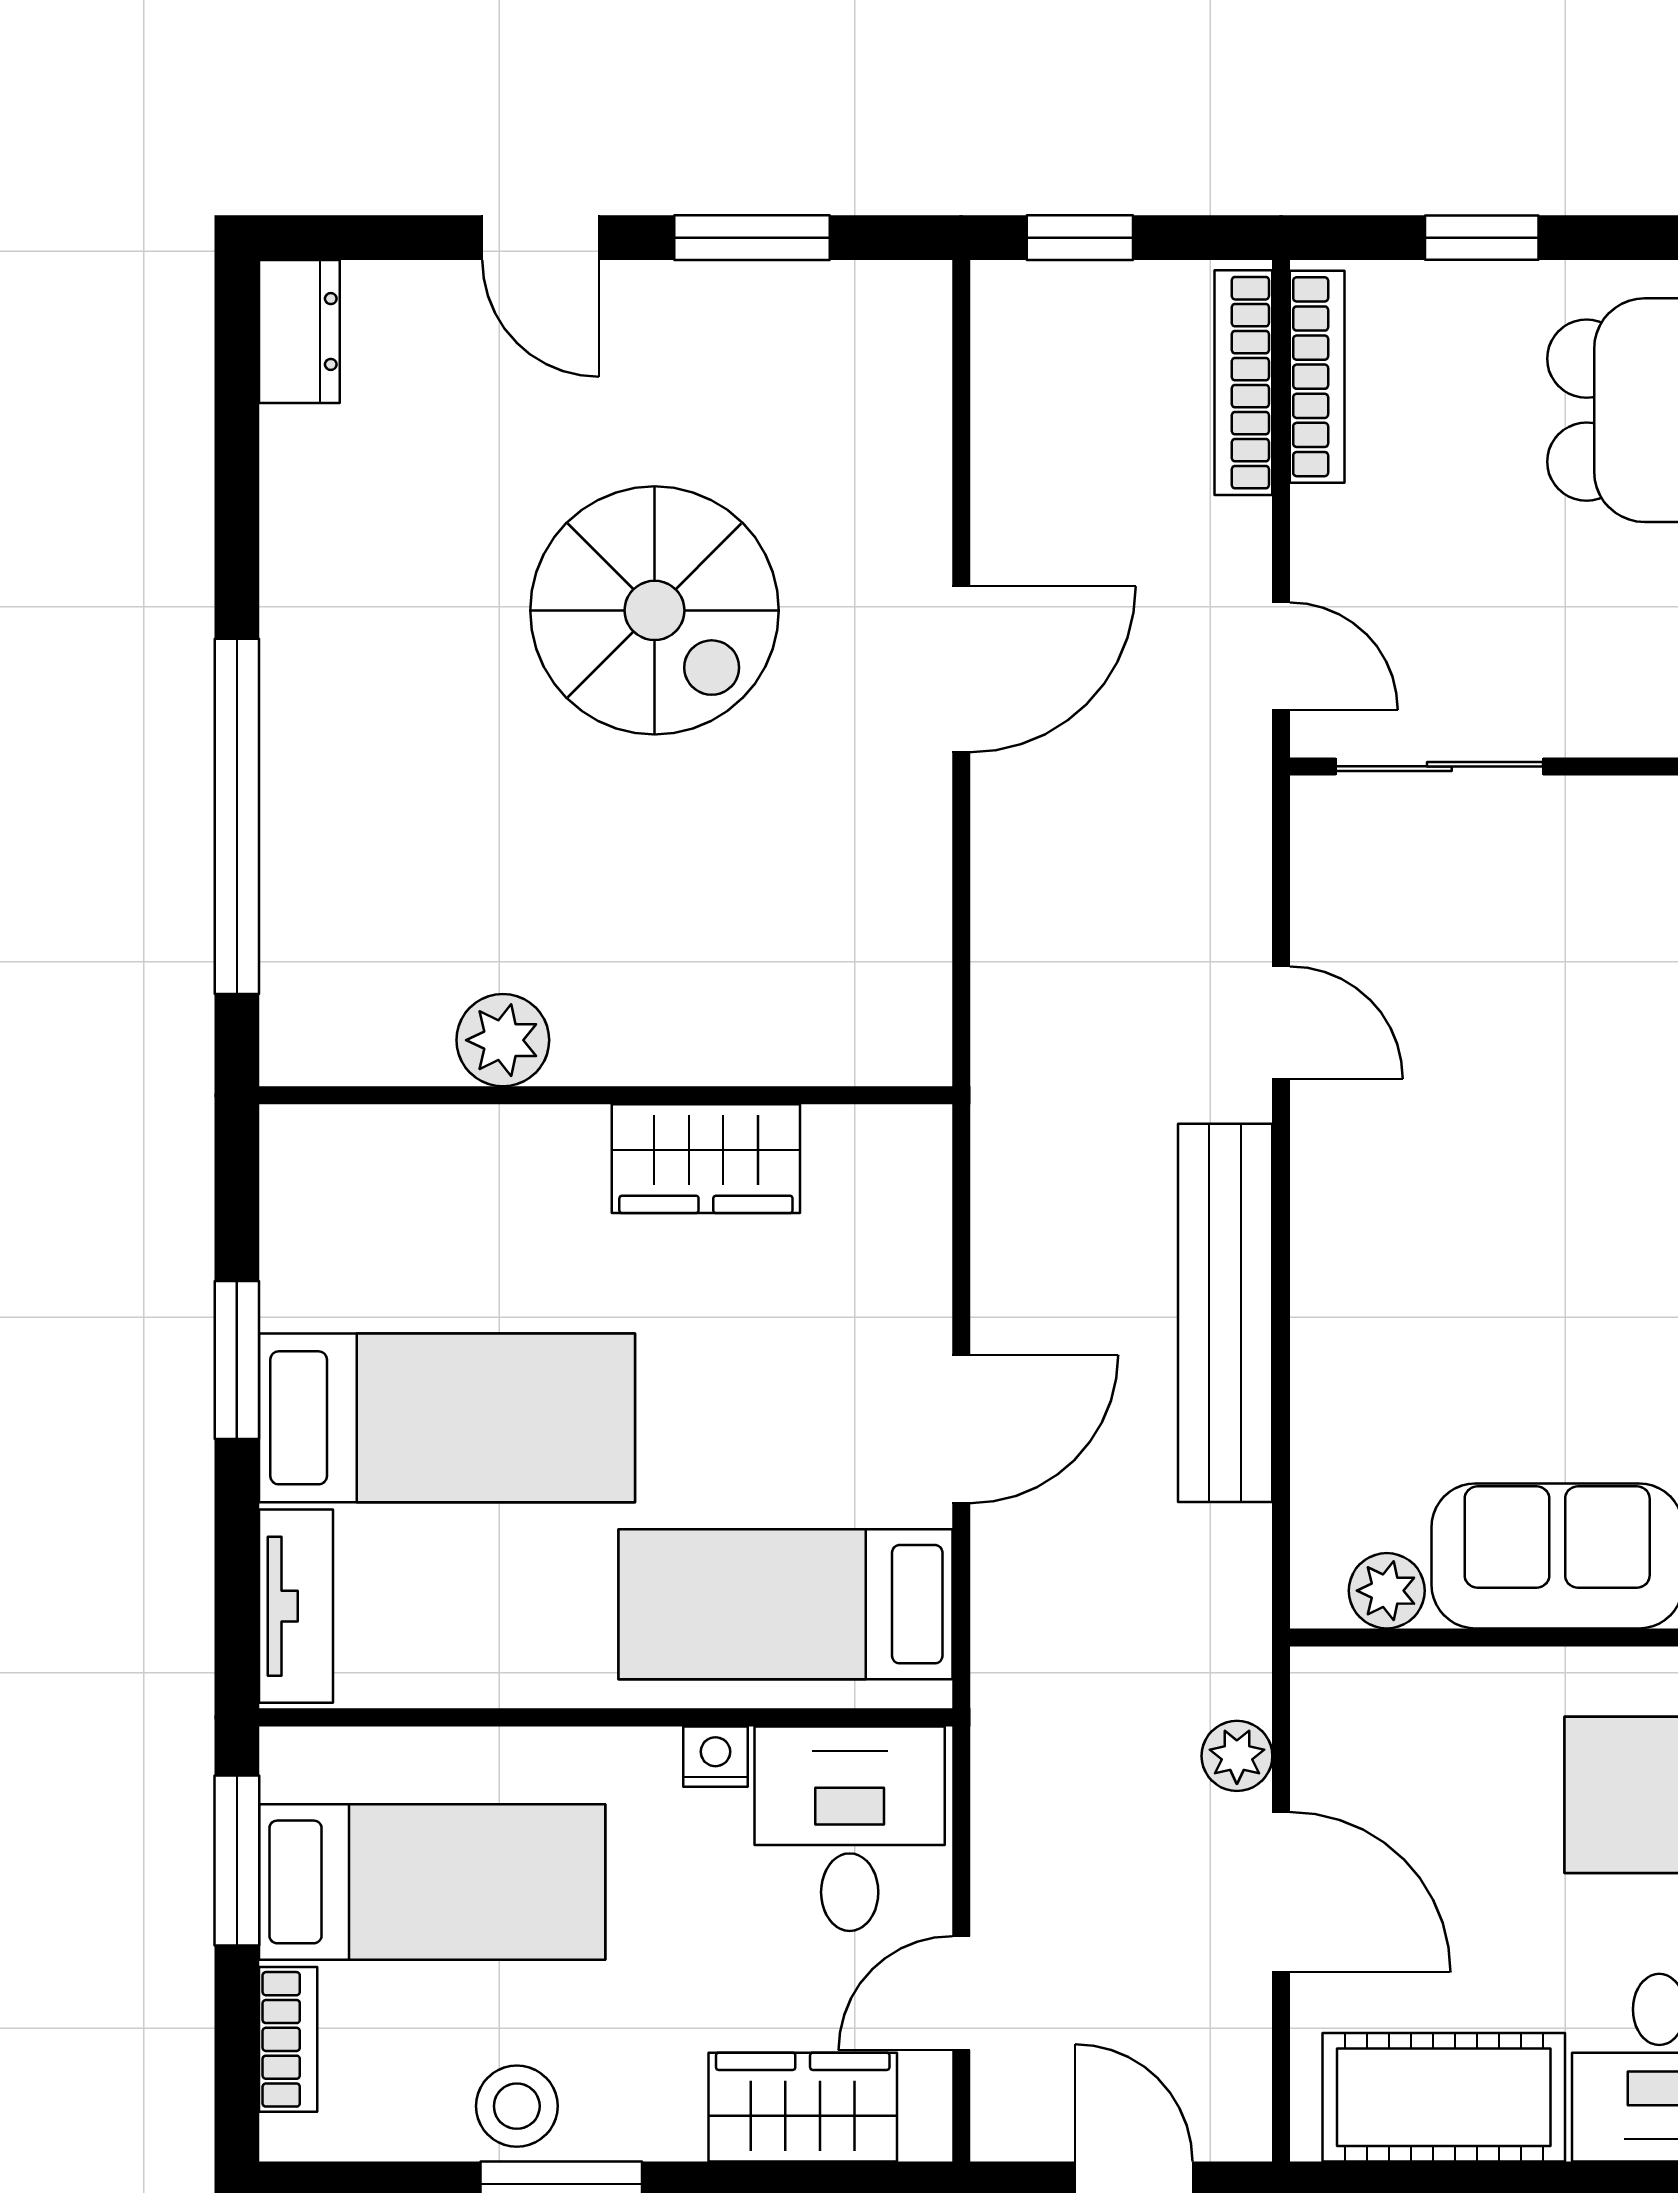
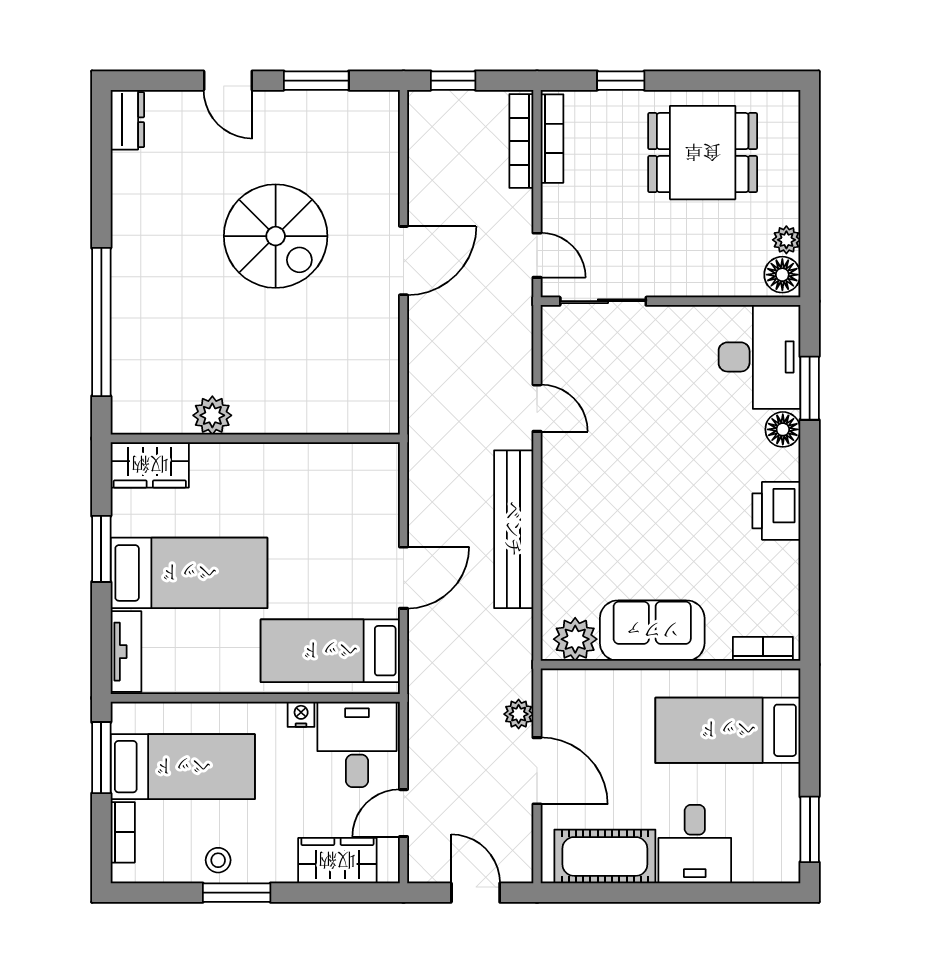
wardrobe: (706, 1159) -> (150, 465), moved
plant: (1387, 1591) -> (575, 639), width x1.38, depth x1.38
stool: (517, 2106) -> (218, 860), width x0.73, depth x0.73

